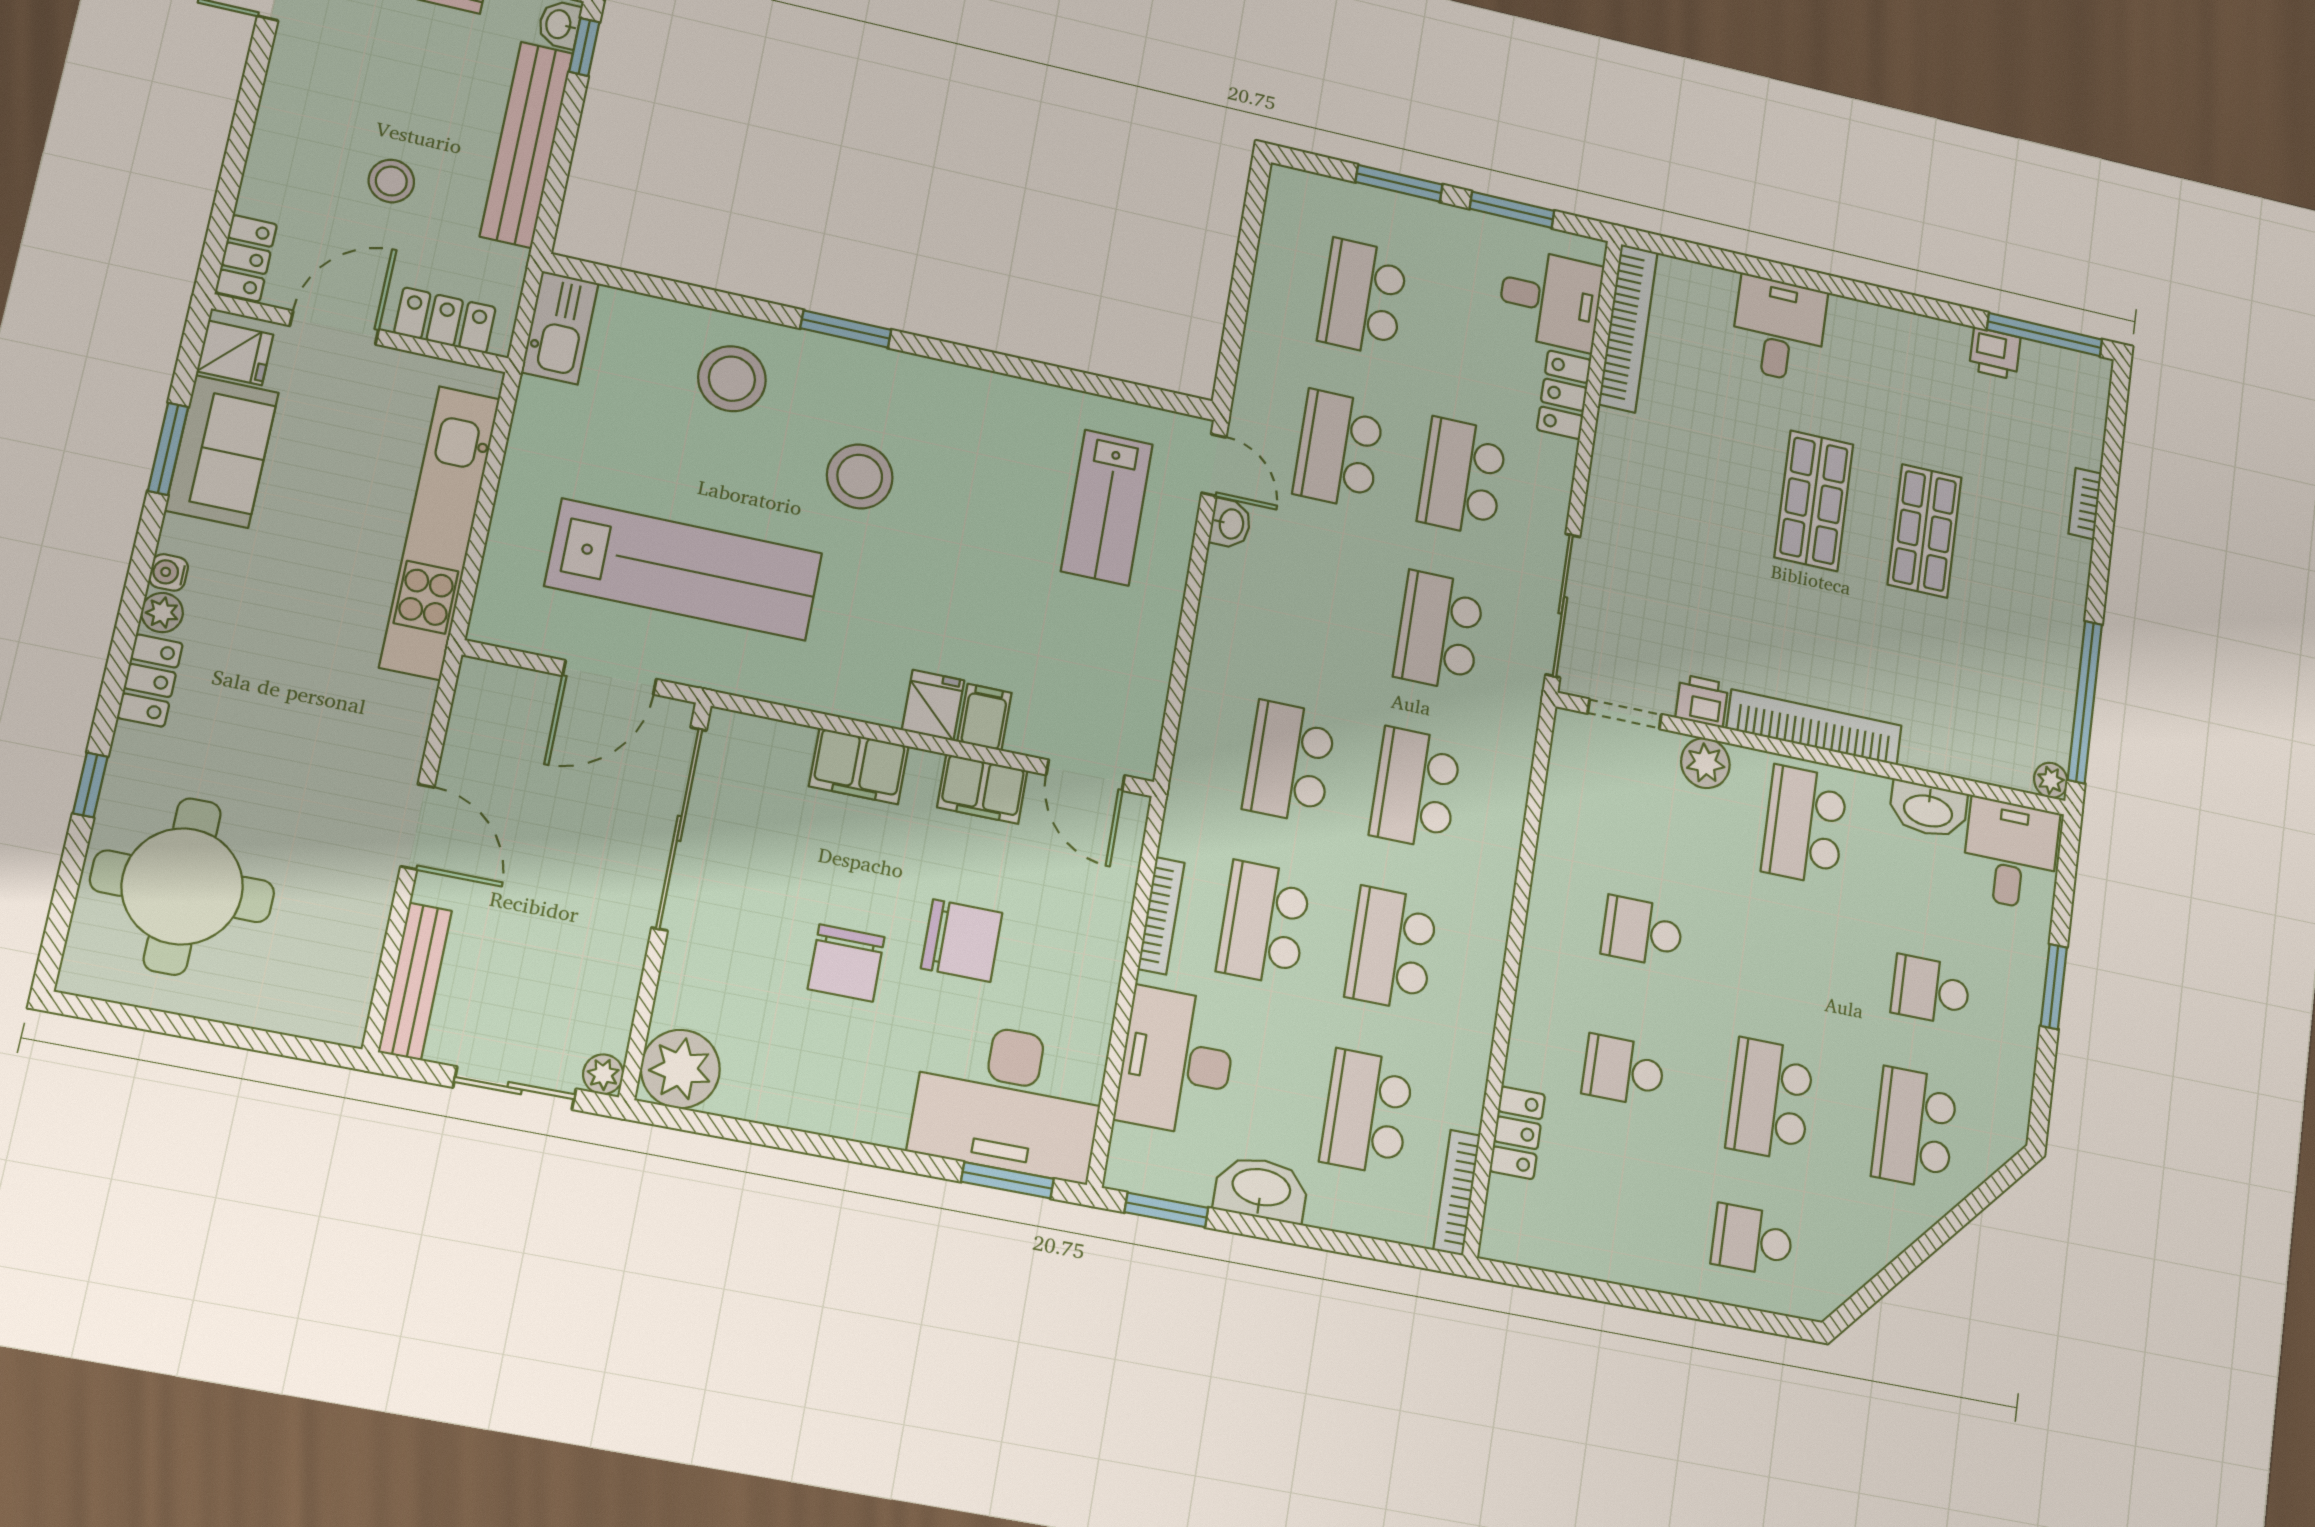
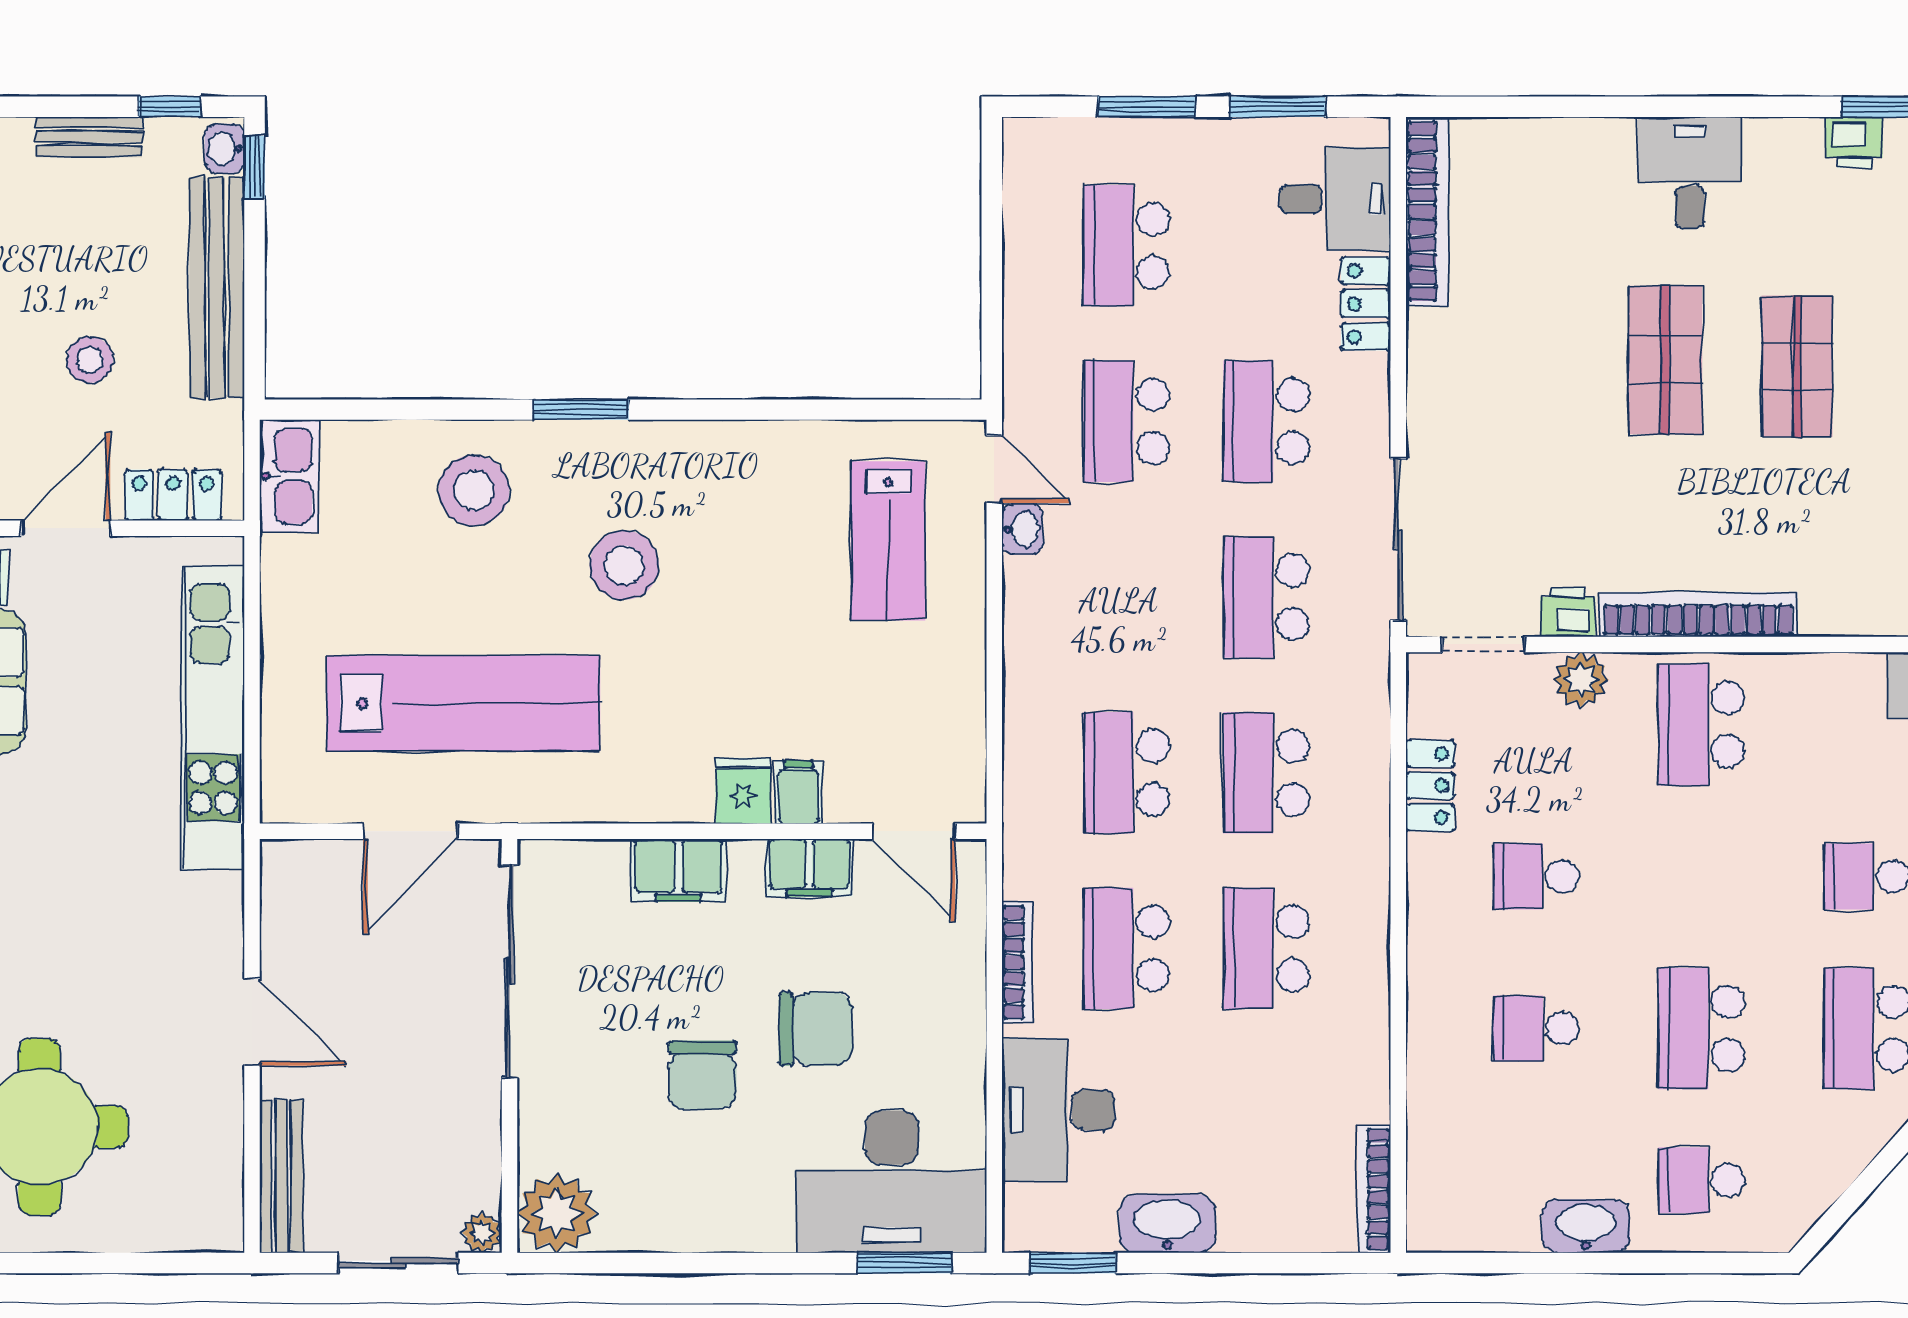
desk: (1779, 329) -> (1690, 172), moved
washbasin: (1928, 810) -> (1586, 1226), moved, turned 180
school desk: (1367, 1112) -> (1266, 1124), removed
locker: (1517, 1133) -> (1430, 786), moved

